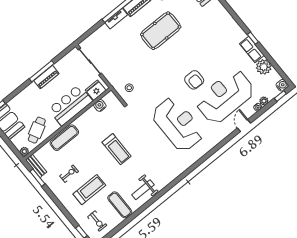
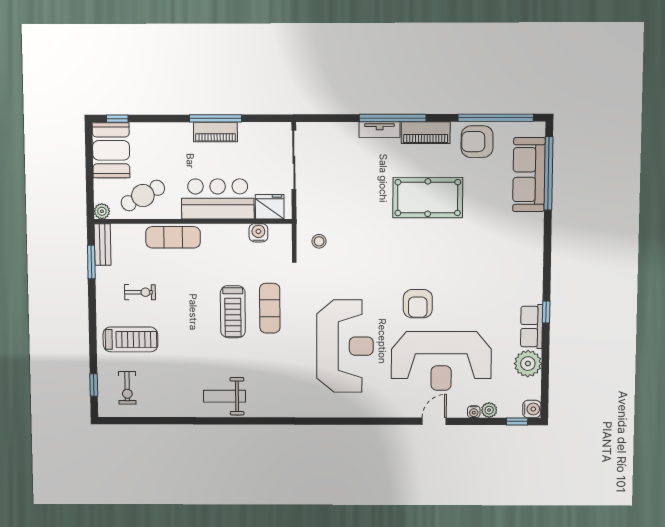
reception desk: (225, 97) -> (441, 361), turned 180
treadmill: (89, 190) -> (130, 339), moved
exercise mat: (120, 205) -> (270, 308), moved

